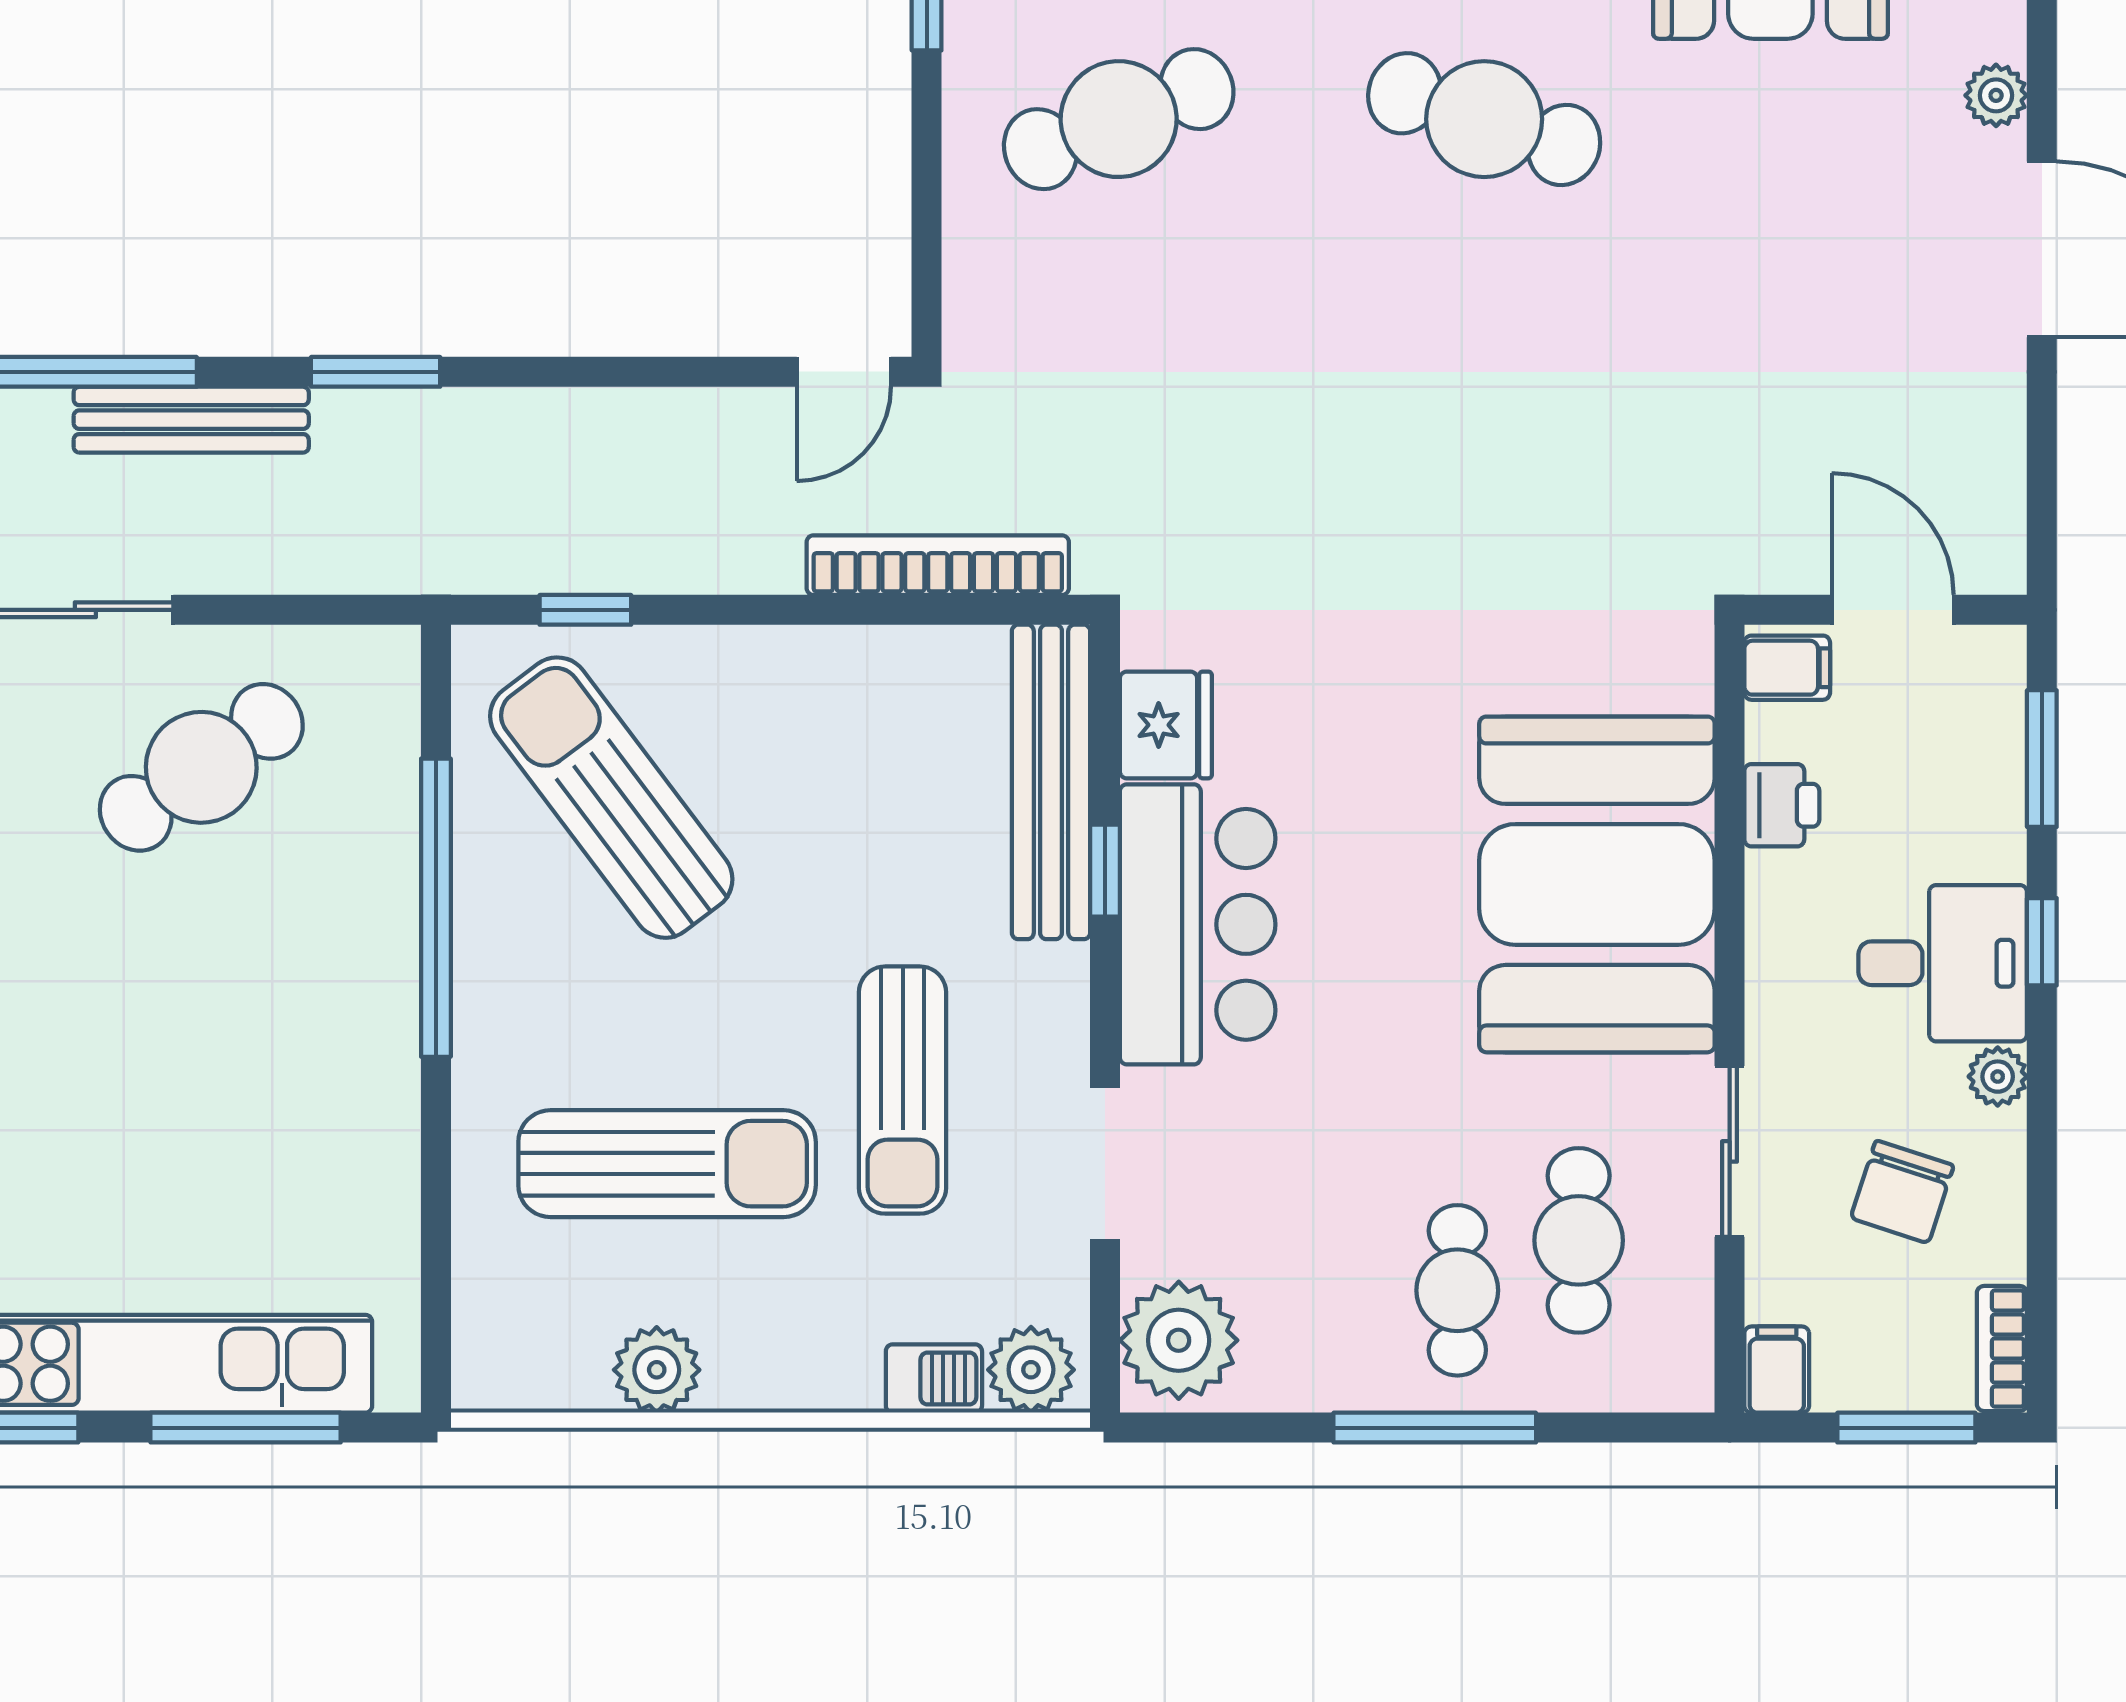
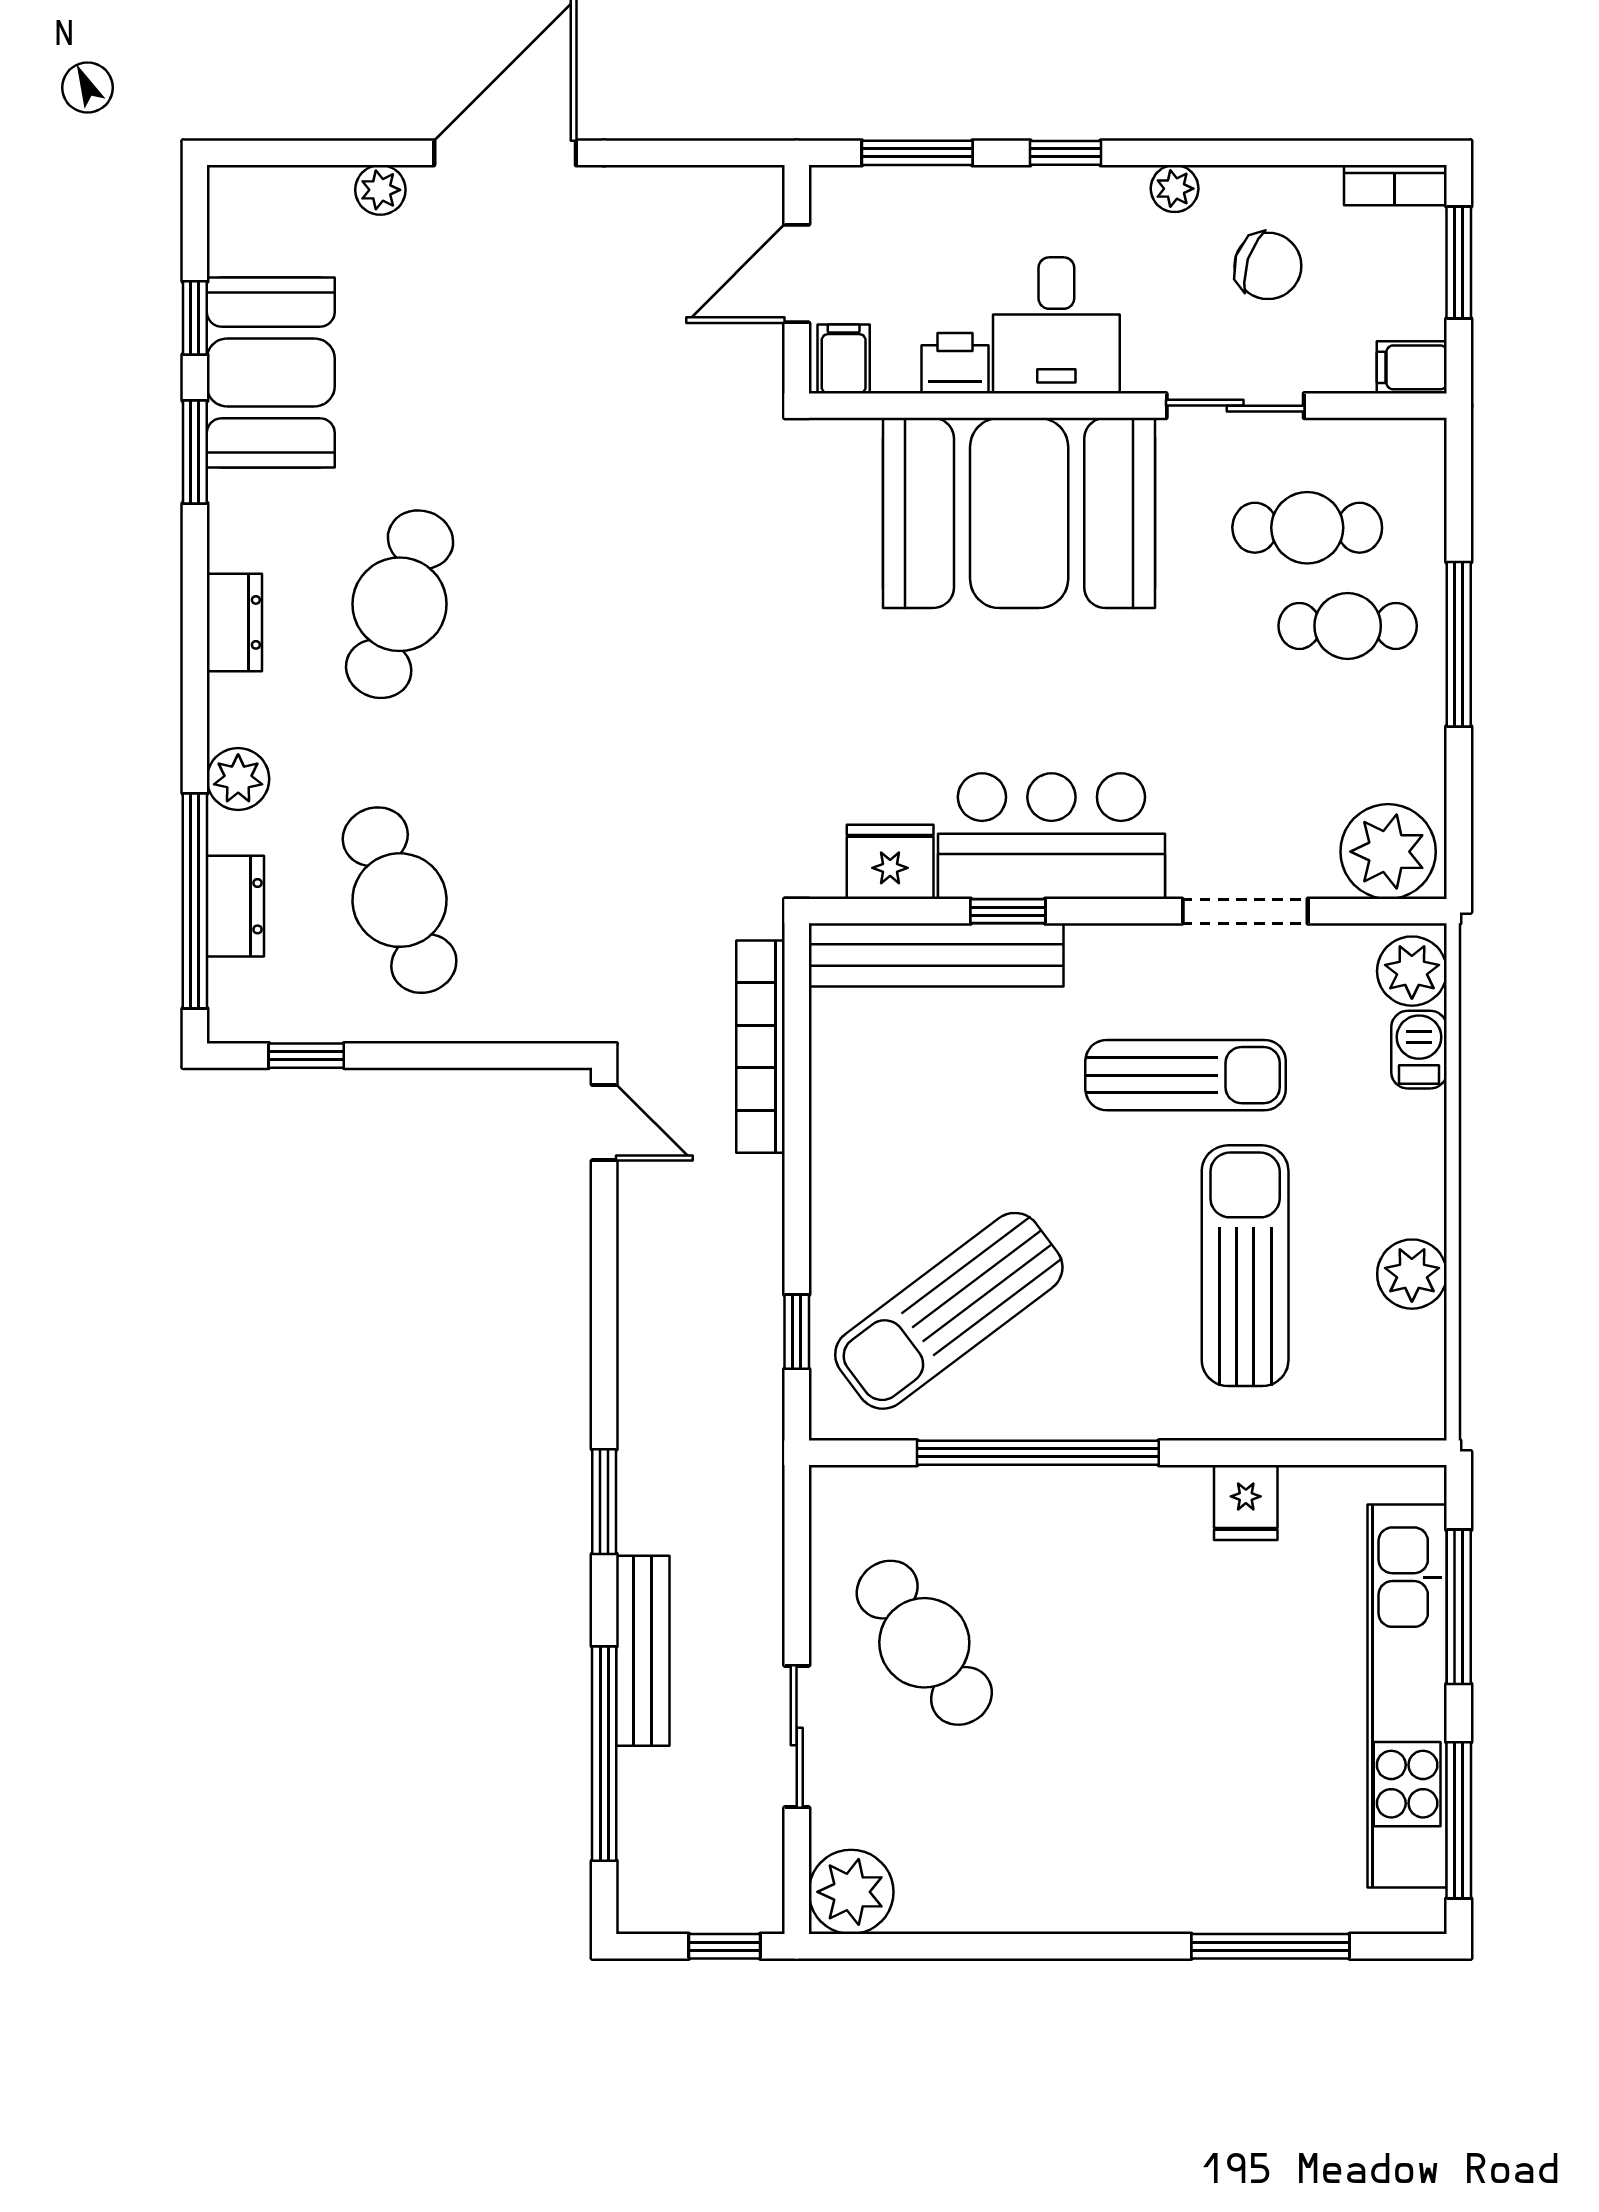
desk: (1943, 963) -> (1056, 325), moved, turned 180
fridge: (375, 1164) -> (1246, 1502), added

